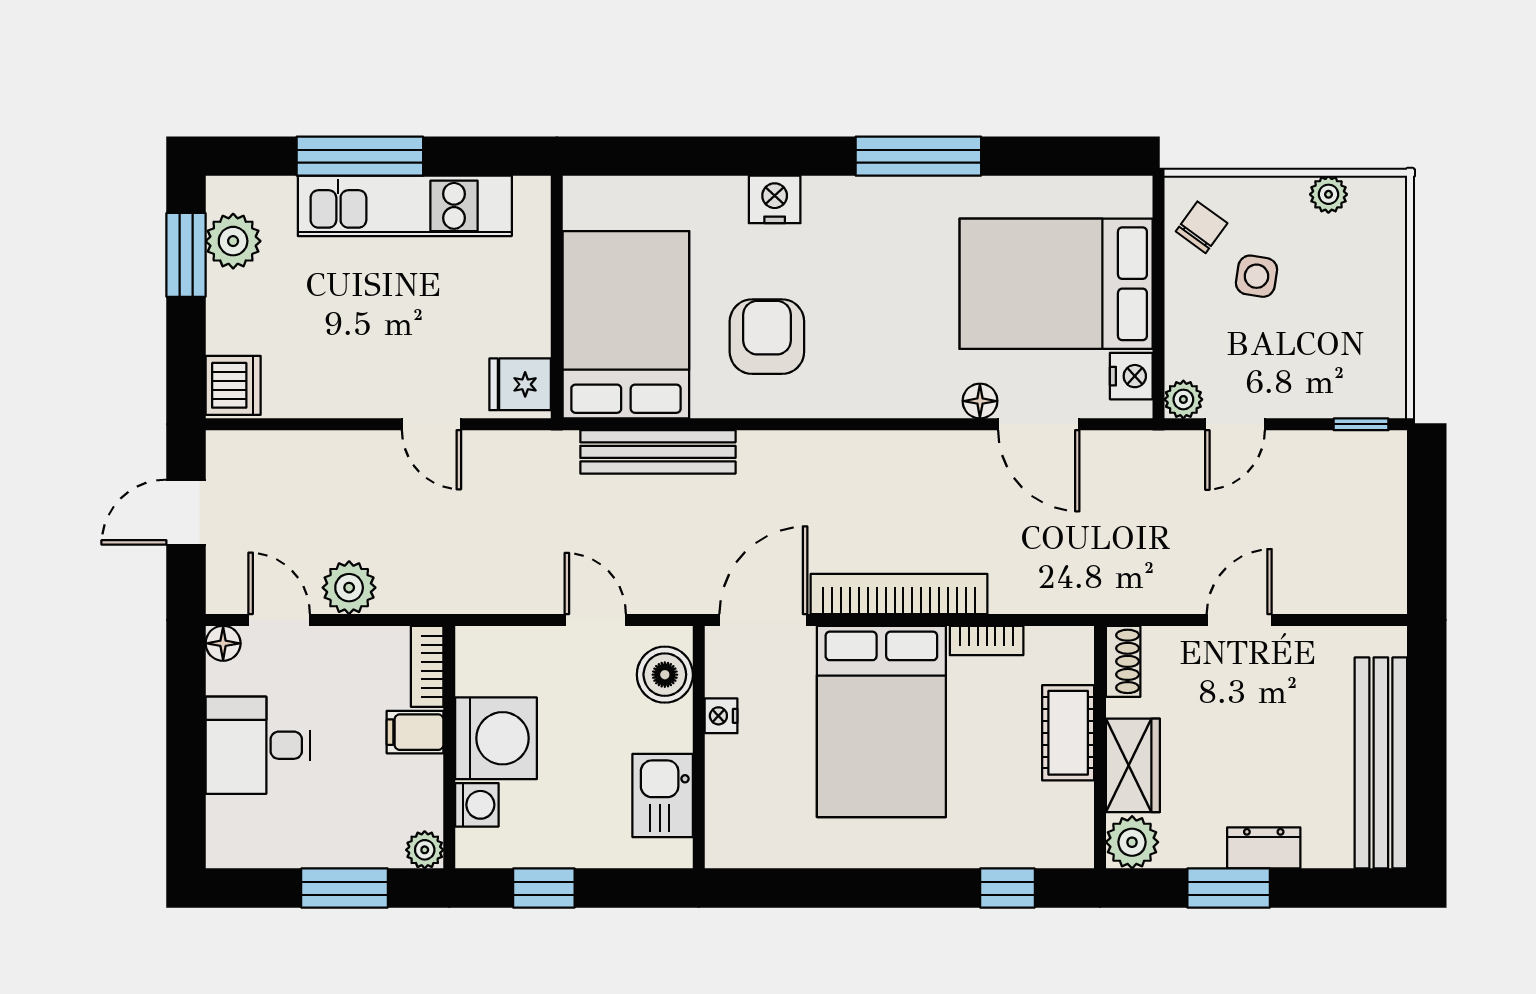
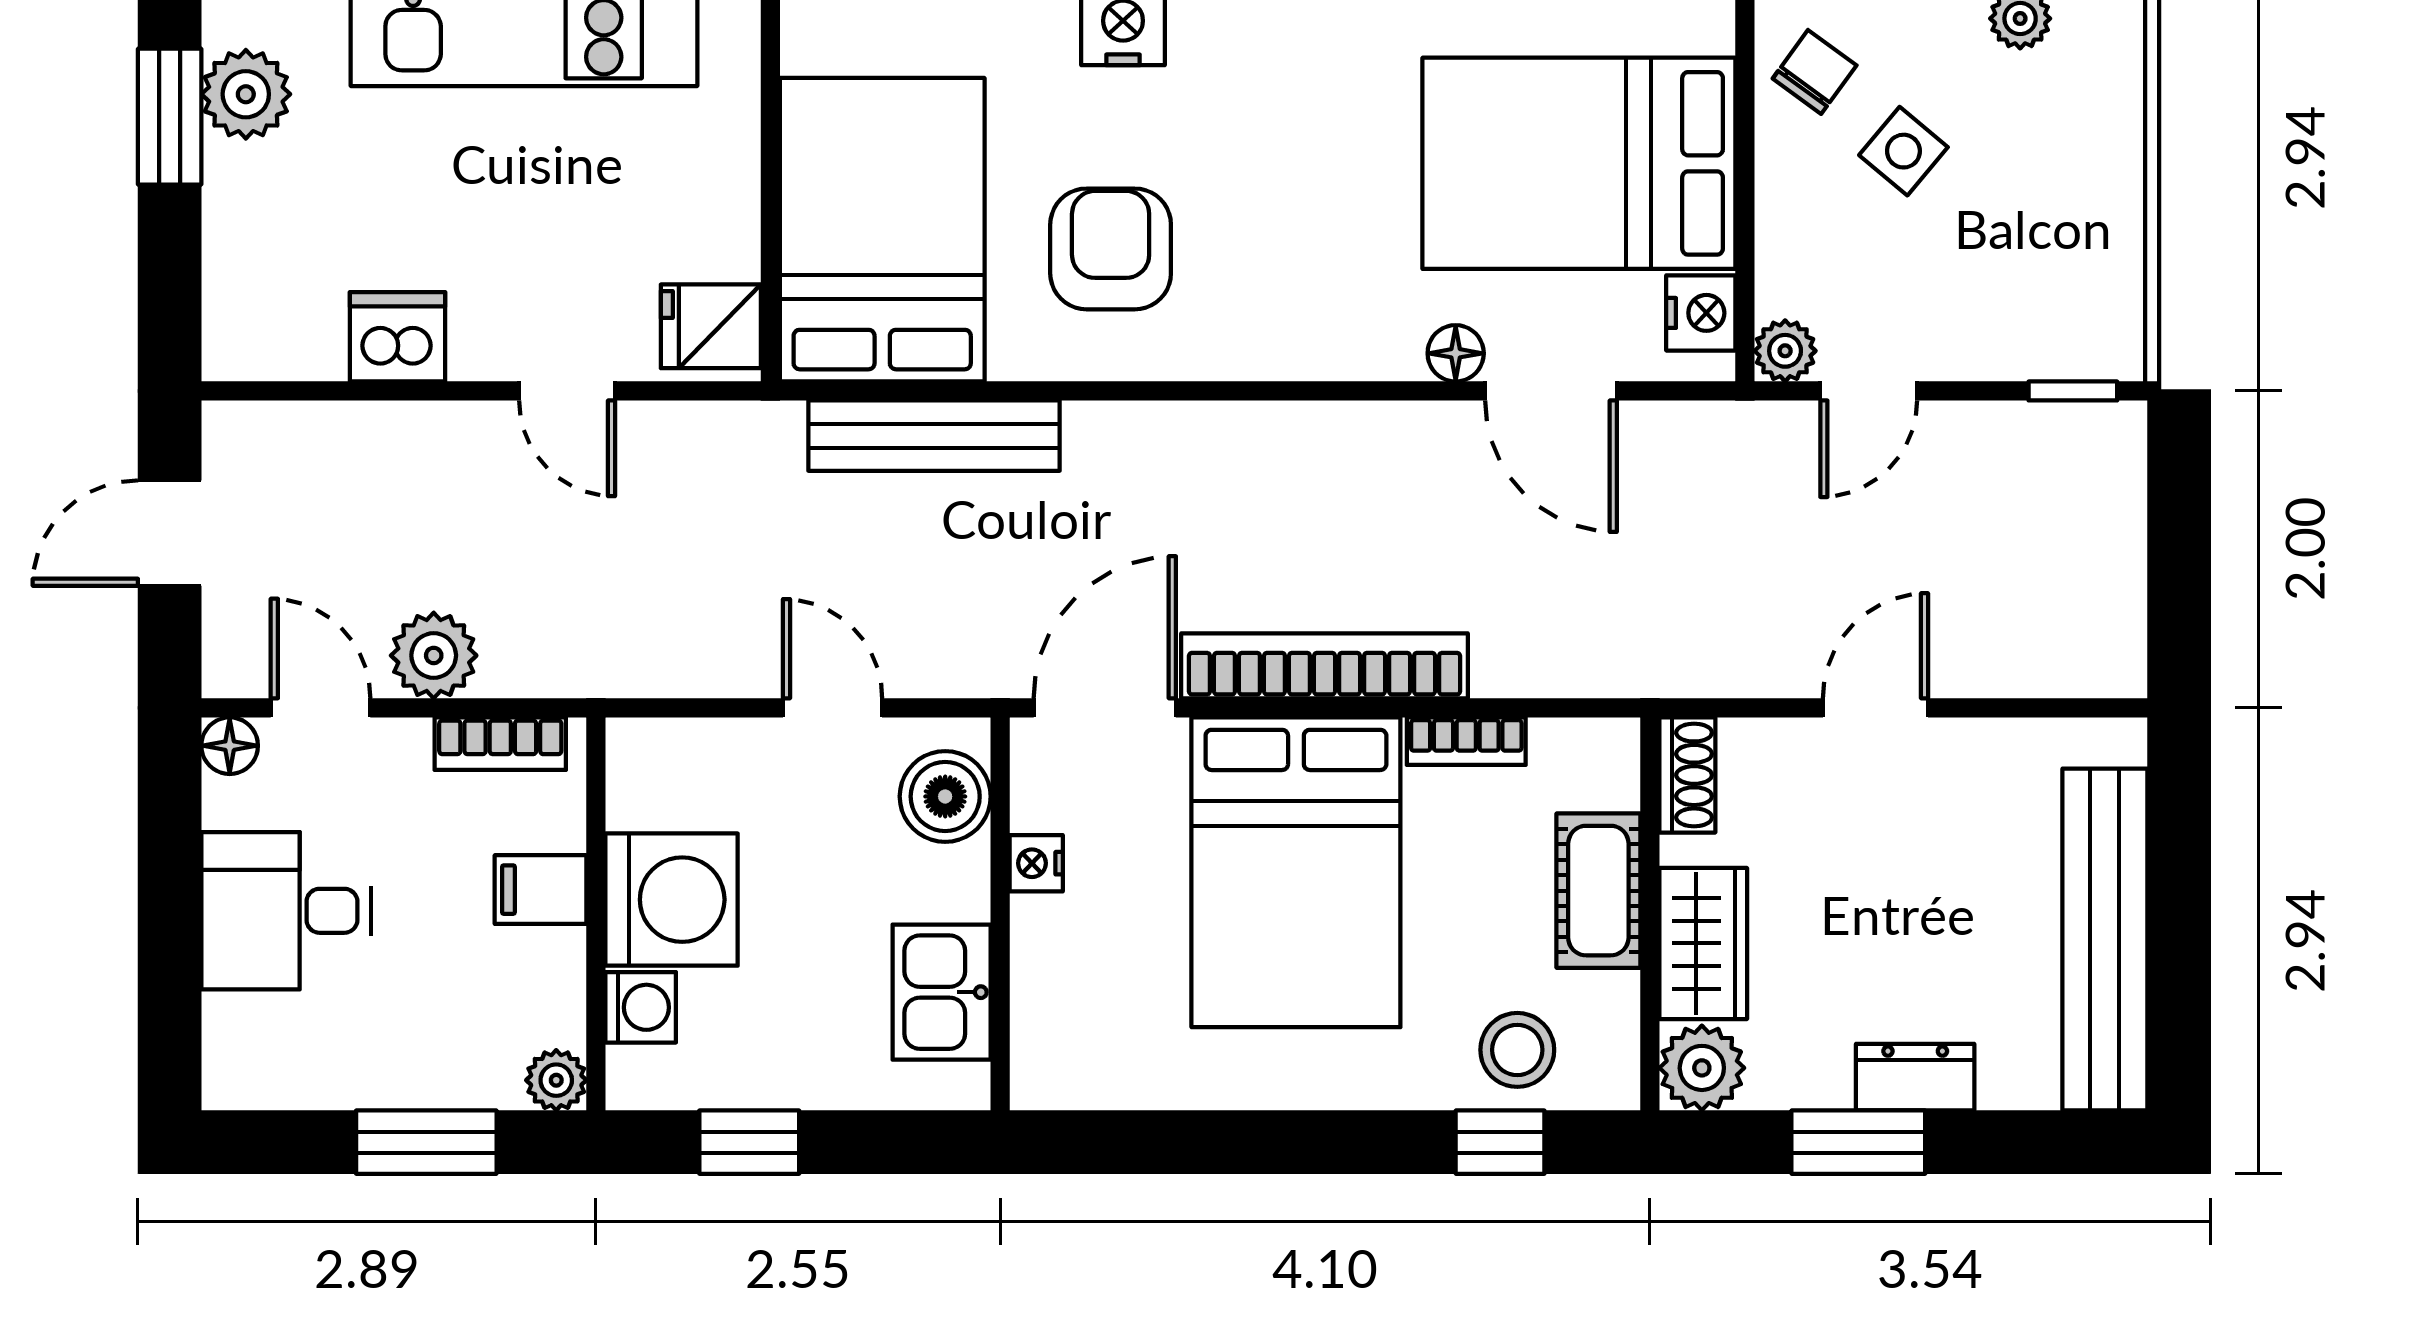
side table: (1256, 276) -> (1903, 151), turned 31
dishwasher: (233, 385) -> (397, 337), moved, turned -90
bookcase: (427, 666) -> (500, 744), moved, turned -90
stool: (1018, 831) -> (1517, 1050), added

